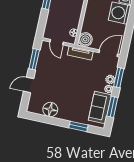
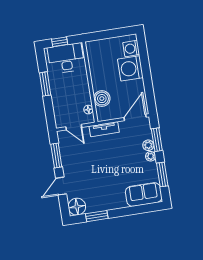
boiler: (85, 39) -> (102, 99), moved
sofa: (100, 107) -> (144, 195), moved, turned 90
floor lamp: (50, 109) -> (77, 207), moved
window: (78, 126) -> (97, 216), moved

